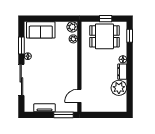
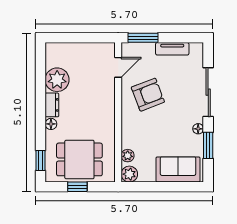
armchair: (60, 78) -> (148, 95), added

